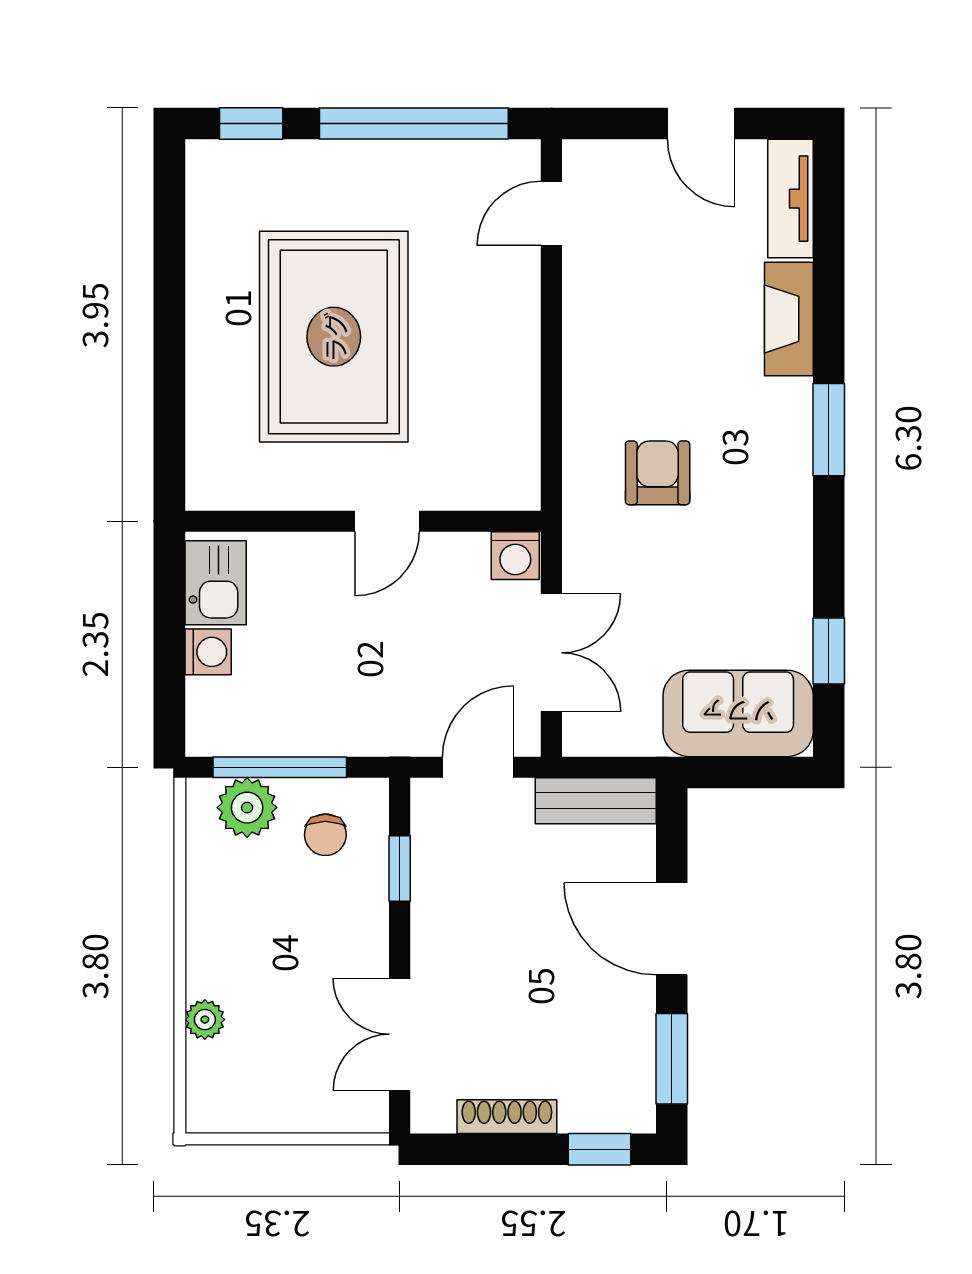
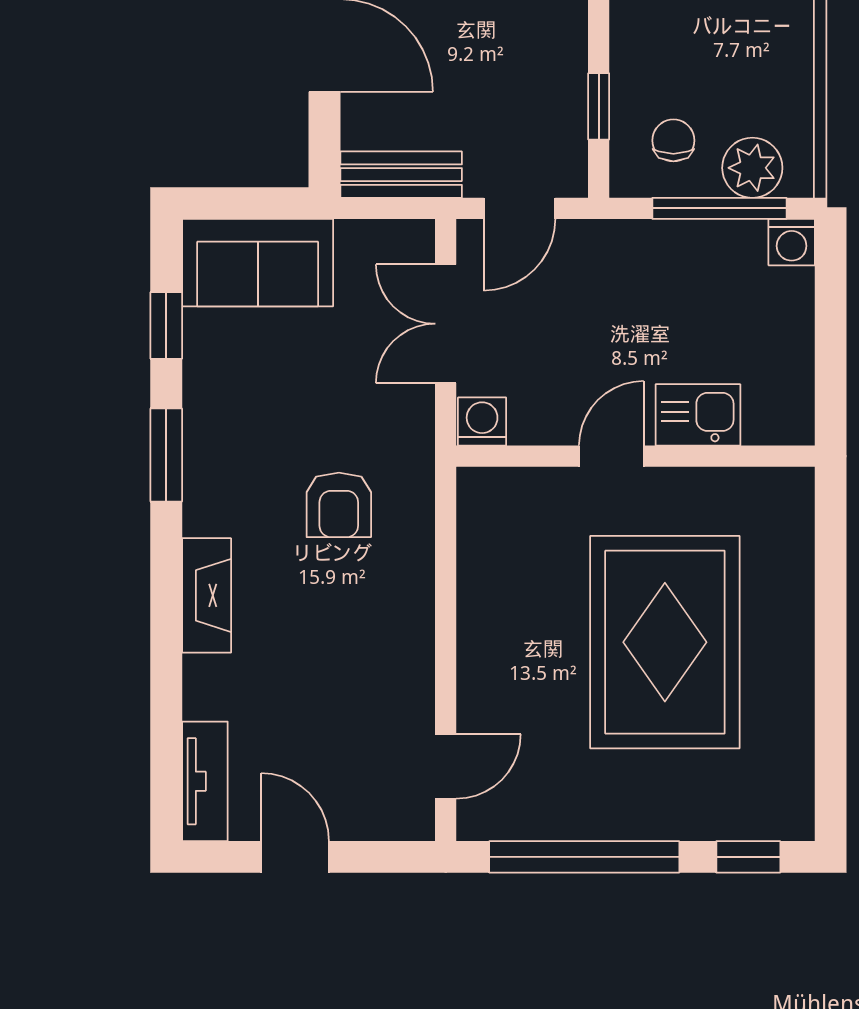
fireplace: (789, 319) -> (207, 595), moved
window: (829, 430) -> (166, 455), moved
kitchen sink: (216, 583) -> (698, 415), moved, turned 90
washing machine: (208, 652) -> (792, 242), moved, turned -90

